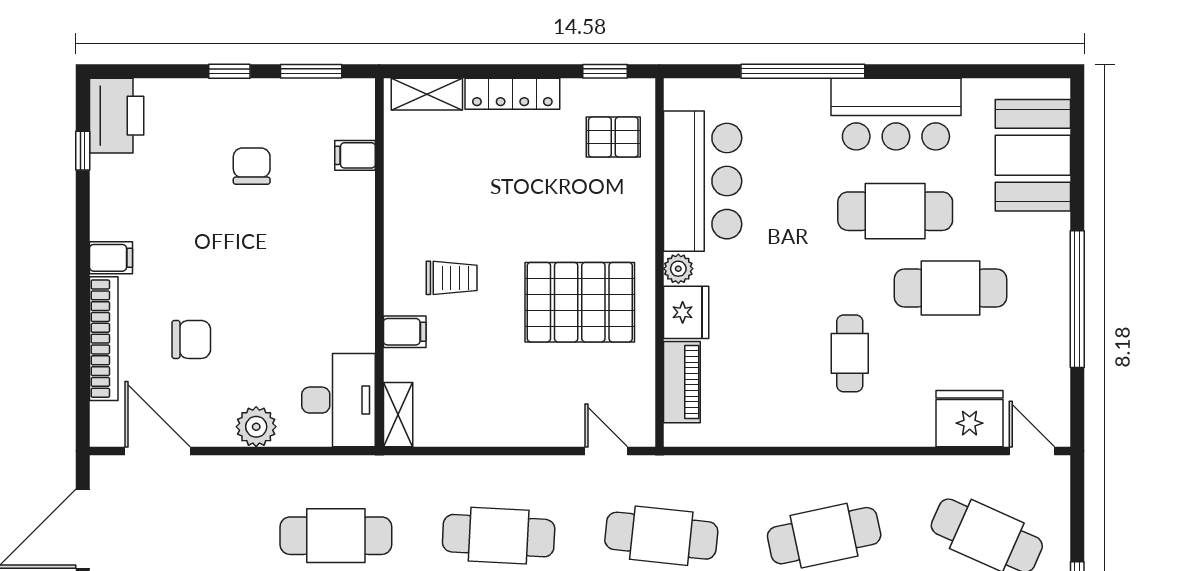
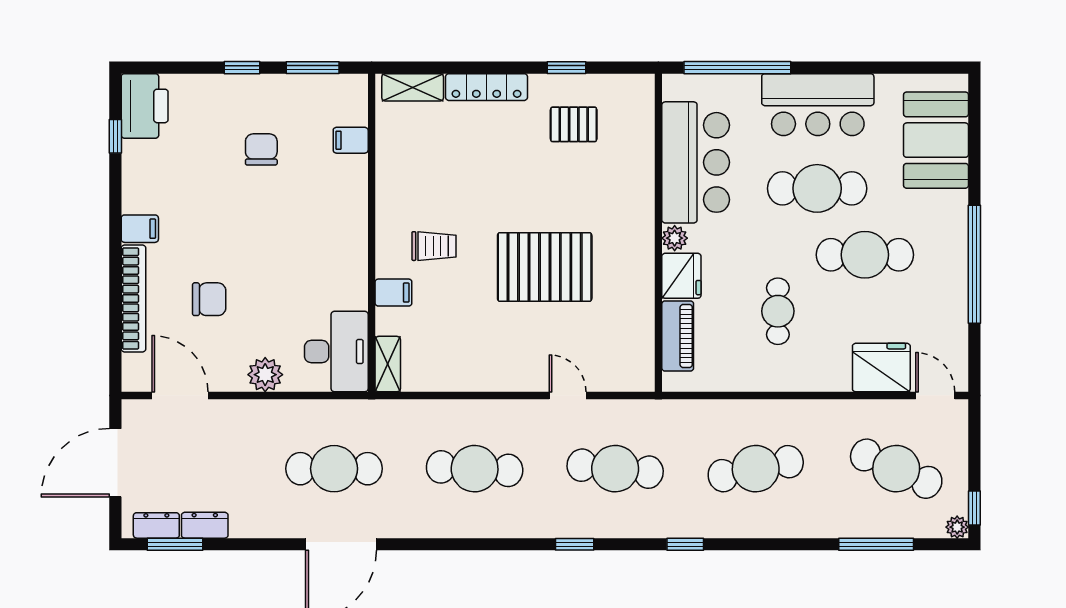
bar counter: (703, 181) -> (696, 162), moved
wall: (659, 262) -> (658, 233), moved
plant: (678, 269) -> (675, 238), moved
fridge: (686, 312) -> (681, 276), moved
piano: (682, 382) -> (678, 336), moved

